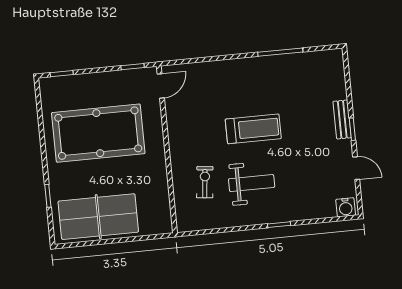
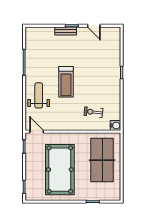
treadmill: (253, 129) -> (66, 82), turned 180
door: (356, 168) -> (94, 26), swing flipped
weight bench: (252, 183) -> (39, 95), moved
water cooler: (346, 207) -> (115, 126), moved
table tennis table: (98, 217) -> (102, 160), moved

